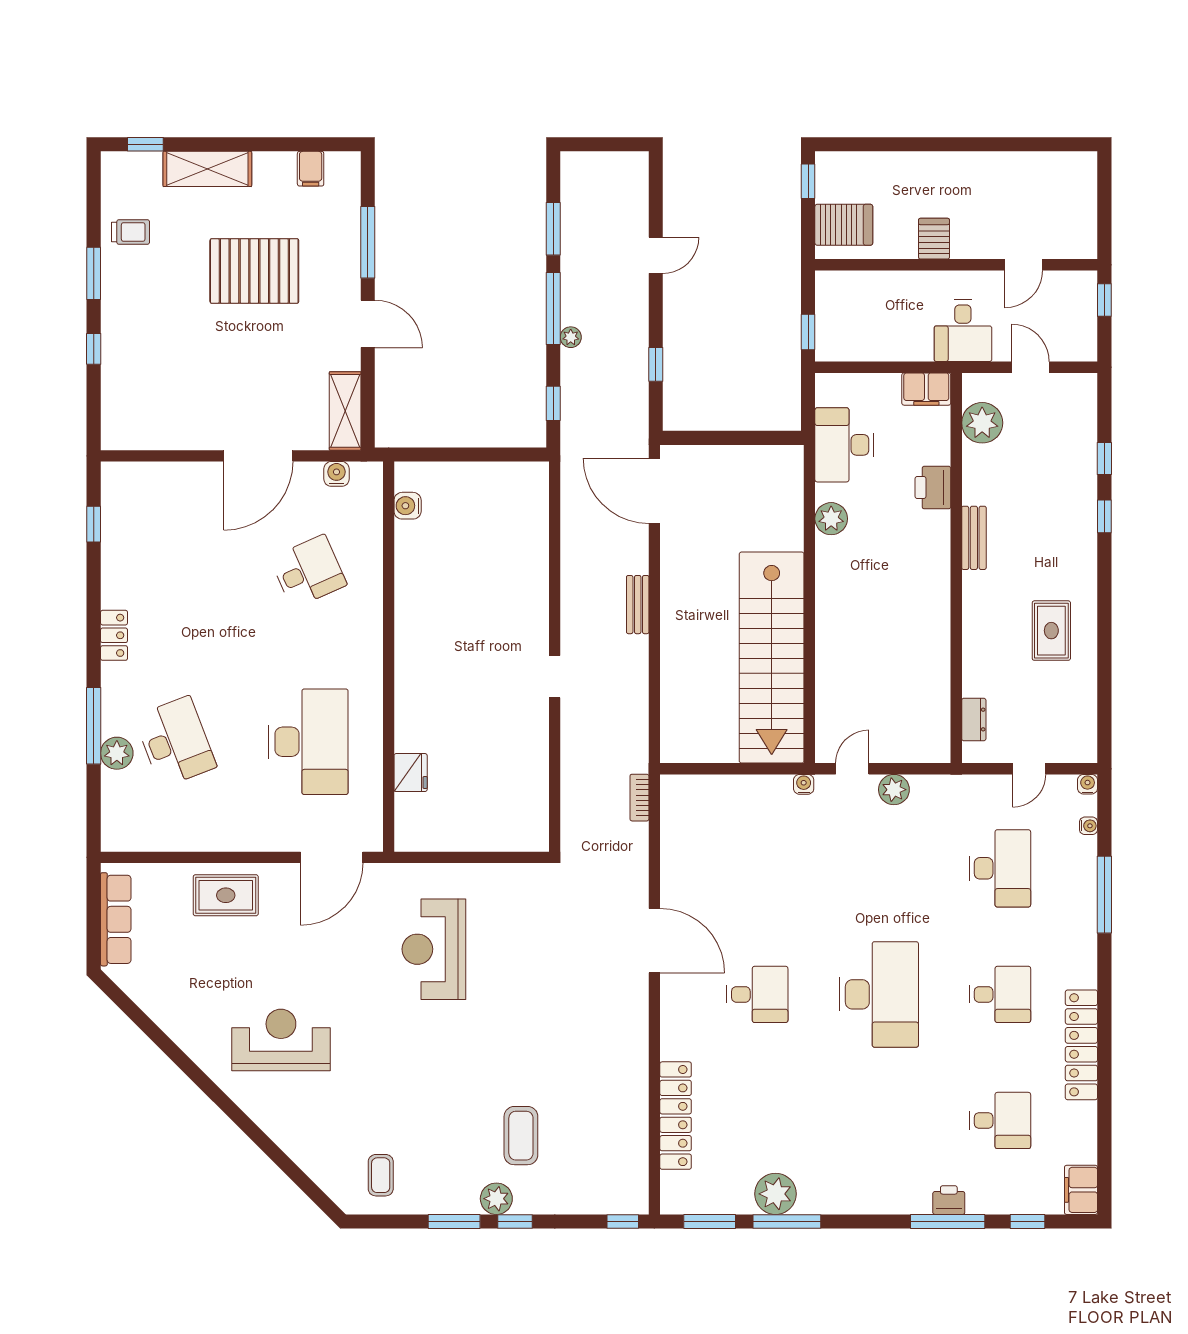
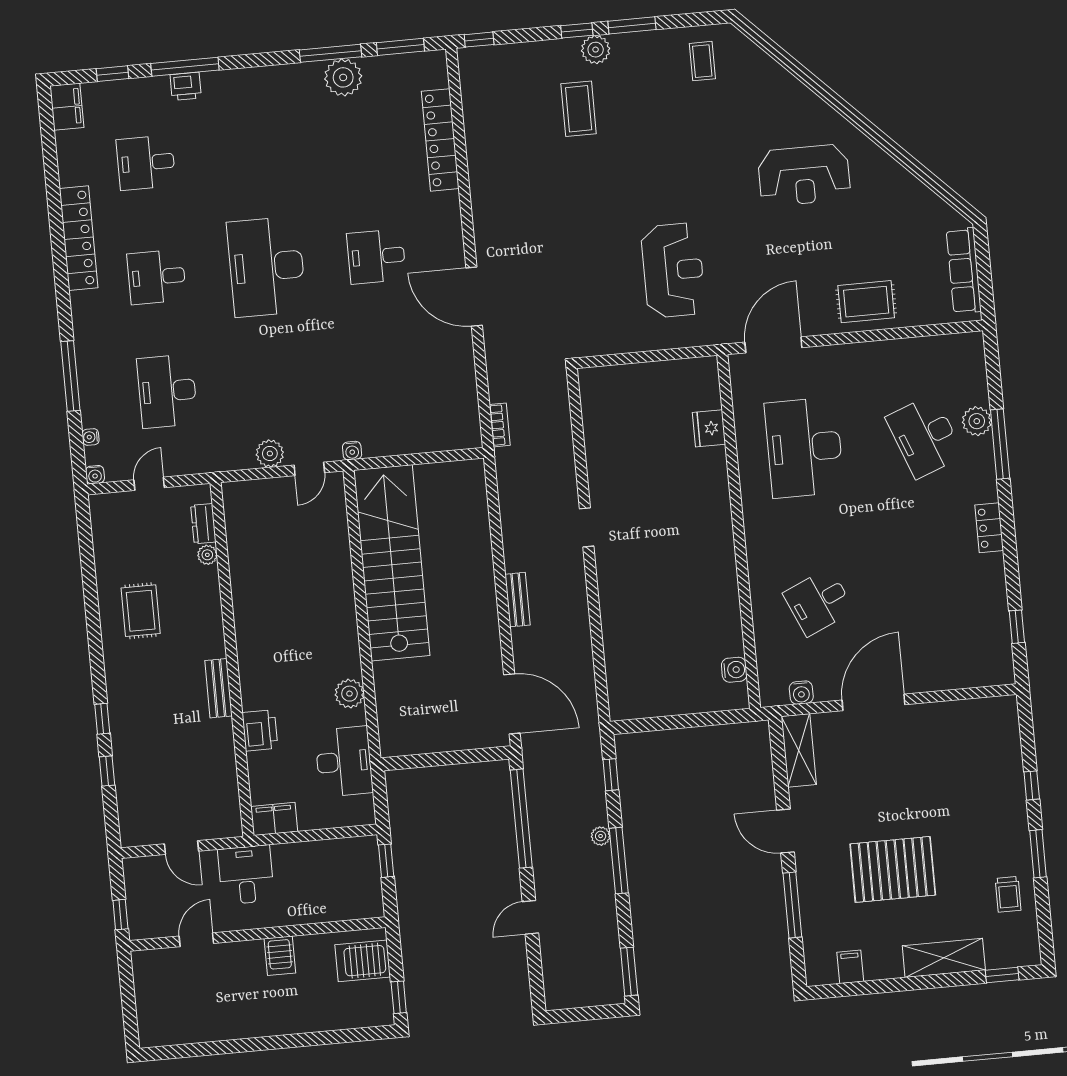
window: (553, 229) -> (629, 972), moved
trolley: (131, 232) -> (1008, 894), turned -90
window: (656, 364) -> (521, 819), width x3.17
plant: (982, 423) -> (207, 555), moved, width x0.53, depth x0.53

